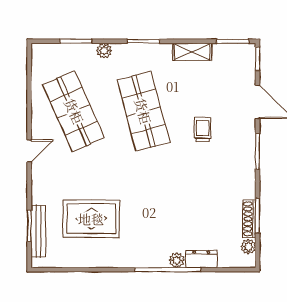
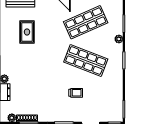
shelving: (192, 52) -> (118, 87), removed
shop shelf: (143, 111) -> (86, 60), turned 36
rug: (91, 219) -> (27, 32), width x0.73, depth x0.70

